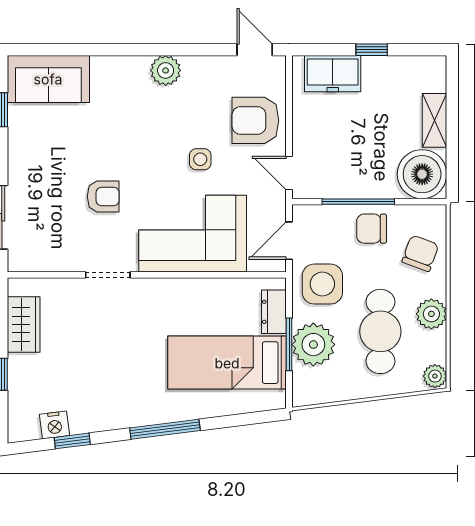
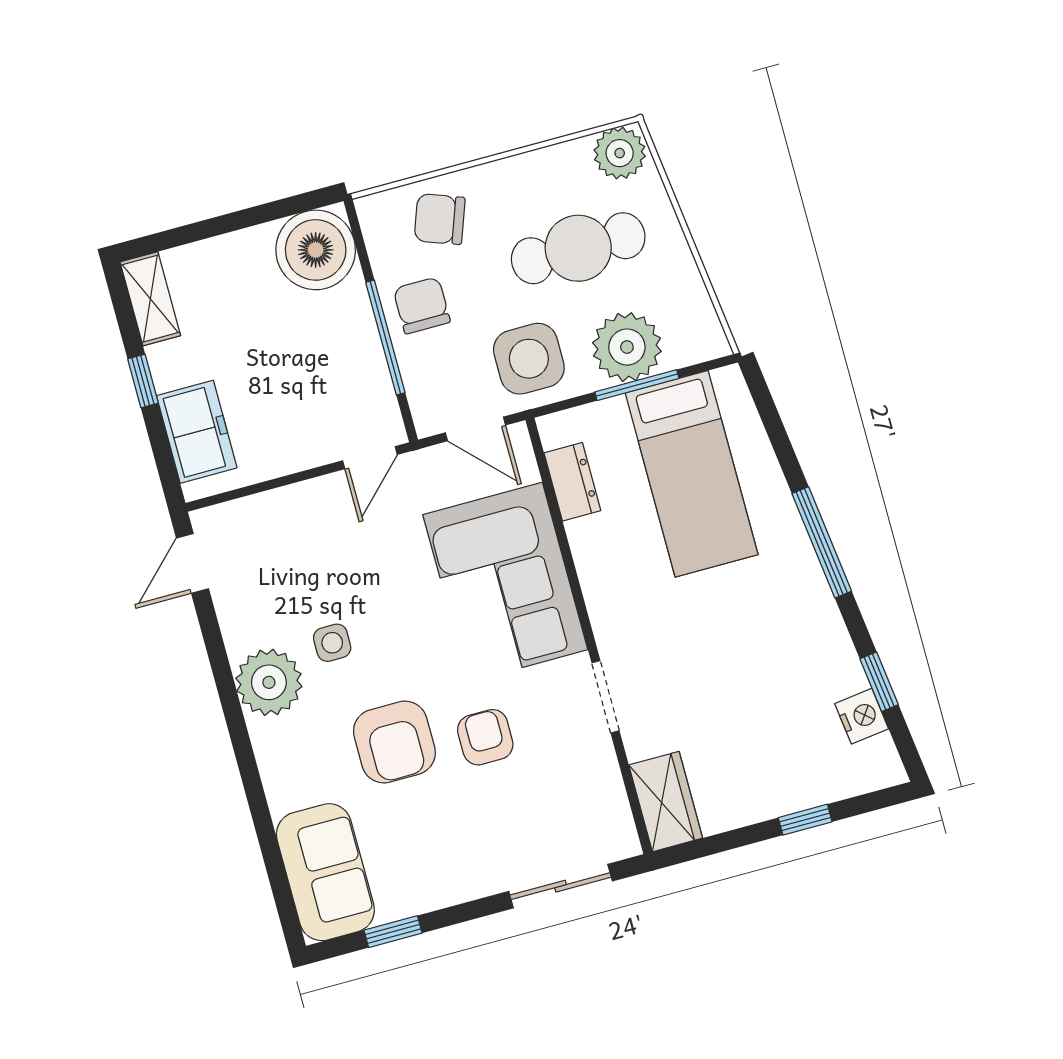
plant: (166, 70) -> (269, 682), width x1.36, depth x1.36
armchair: (255, 120) -> (394, 742), moved
shelving: (435, 120) -> (150, 299), moved, turned 90
side table: (200, 159) -> (332, 643), moved
chair: (372, 229) -> (422, 305), turned 180
dresser: (274, 312) -> (572, 482), moved, turned -90
plant: (431, 314) -> (529, 176), removed
wardrobe: (24, 325) -> (666, 802), moved, turned 90
plant: (435, 376) -> (620, 153), width x1.38, depth x1.38

